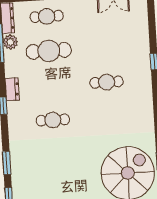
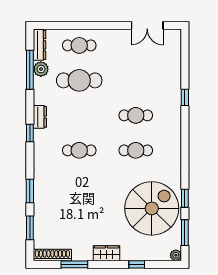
cafe table: (109, 117) -> (136, 150), added

